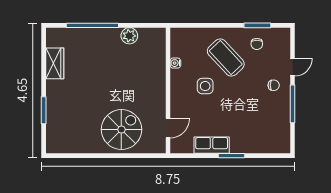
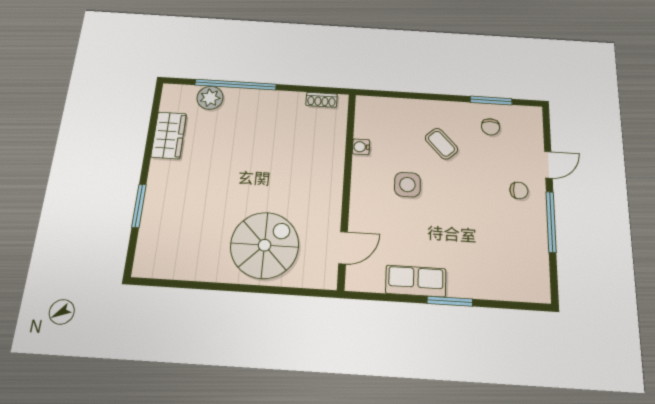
shoe rack: (149, 32) -> (322, 100), added
plant: (129, 36) -> (210, 98), moved
coffee table: (226, 58) -> (441, 144), width x0.54, depth x0.58

